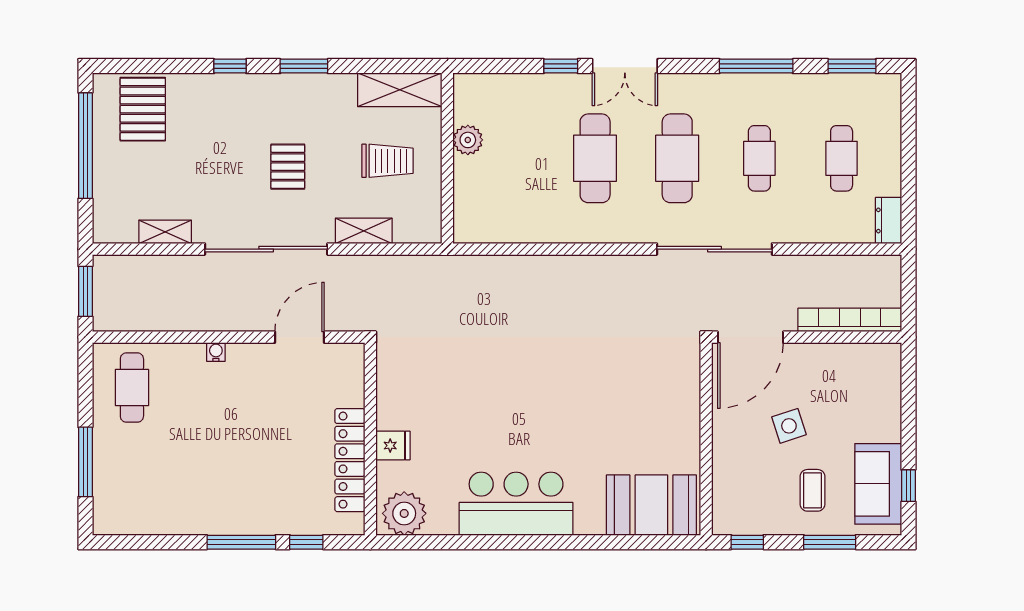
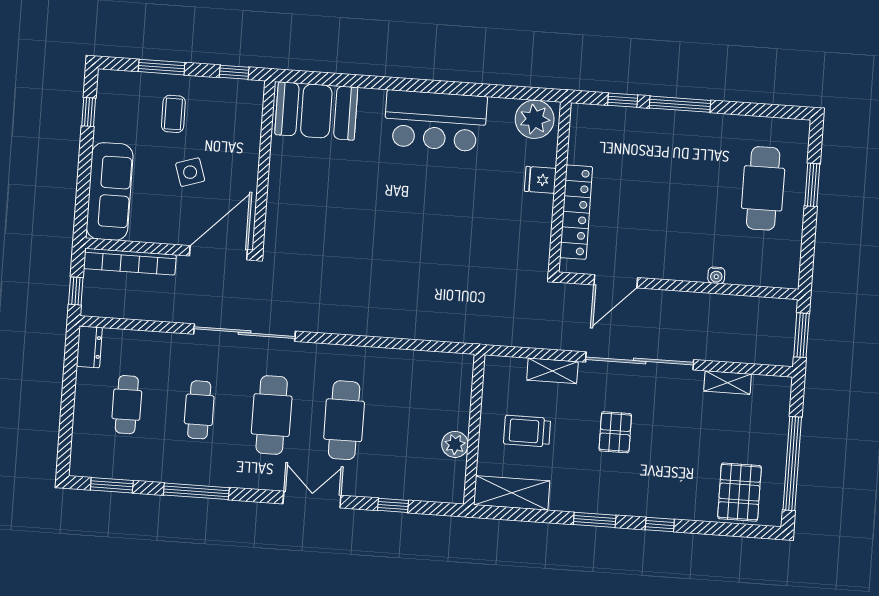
window: (561, 66) -> (393, 505), moved
window: (908, 283) -> (76, 291), added
water cooler: (216, 352) -> (716, 275), moved
cafe table: (132, 388) -> (763, 188), moved, width x1.37, depth x1.35
locker: (350, 460) -> (576, 212), moved
window: (85, 462) -> (812, 185), width x0.69
sofa: (878, 484) -> (110, 191), moved, width x1.36

